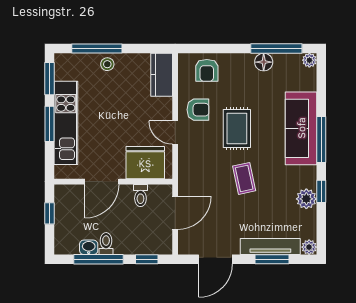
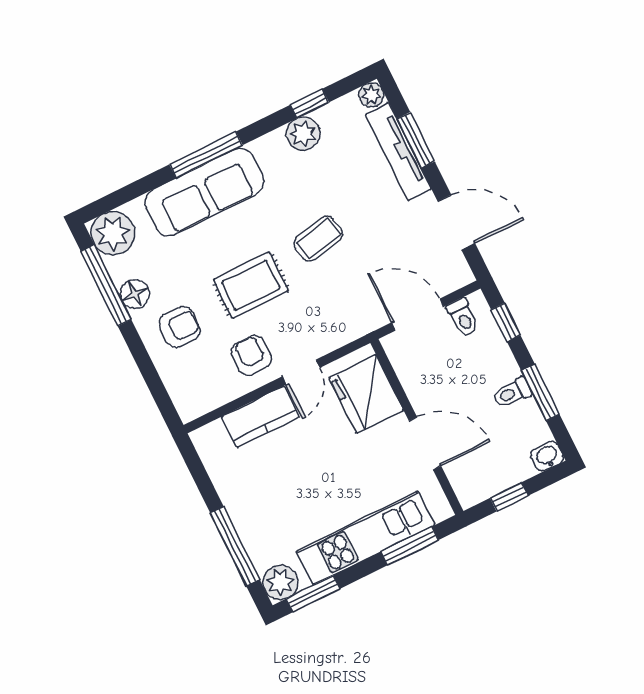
plant: (309, 60) -> (113, 233), width x1.88, depth x1.88
plant: (65, 64) -> (280, 582), added
stool: (107, 64) -> (250, 520), removed
armchair: (207, 70) -> (180, 327), moved
kitchen counter: (162, 75) -> (260, 417), moved
window: (49, 124) -> (410, 546), moved
window: (321, 191) -> (309, 104), moved
toilet: (140, 196) -> (463, 317), moved, turned 90
washbasin: (89, 247) -> (547, 456), moved, turned 90
window: (99, 259) -> (540, 392), width x0.69

